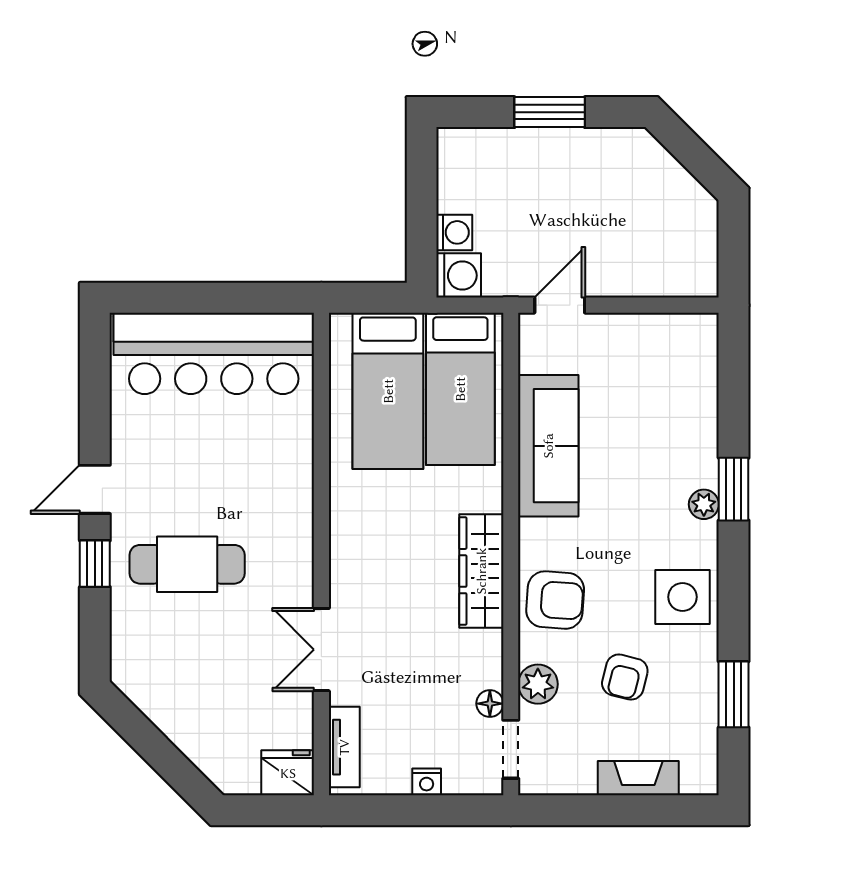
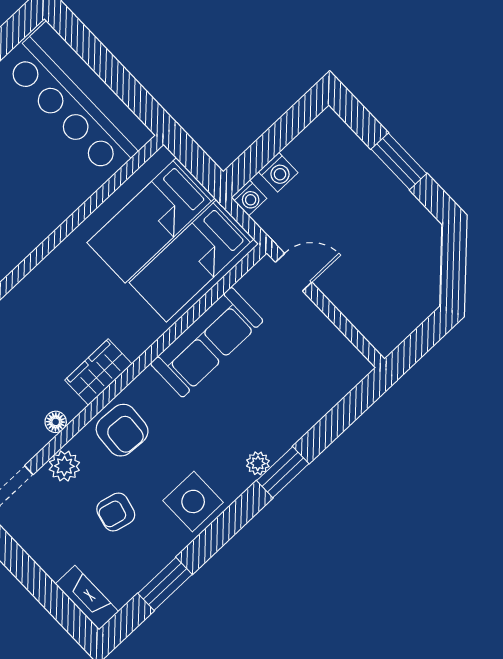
washing machine: (459, 275) -> (249, 198), width x0.73, depth x0.73
wardrobe: (481, 571) -> (98, 372), width x0.67
floor lamp: (490, 704) -> (56, 422), moved
fireplace: (638, 778) -> (87, 598), moved

